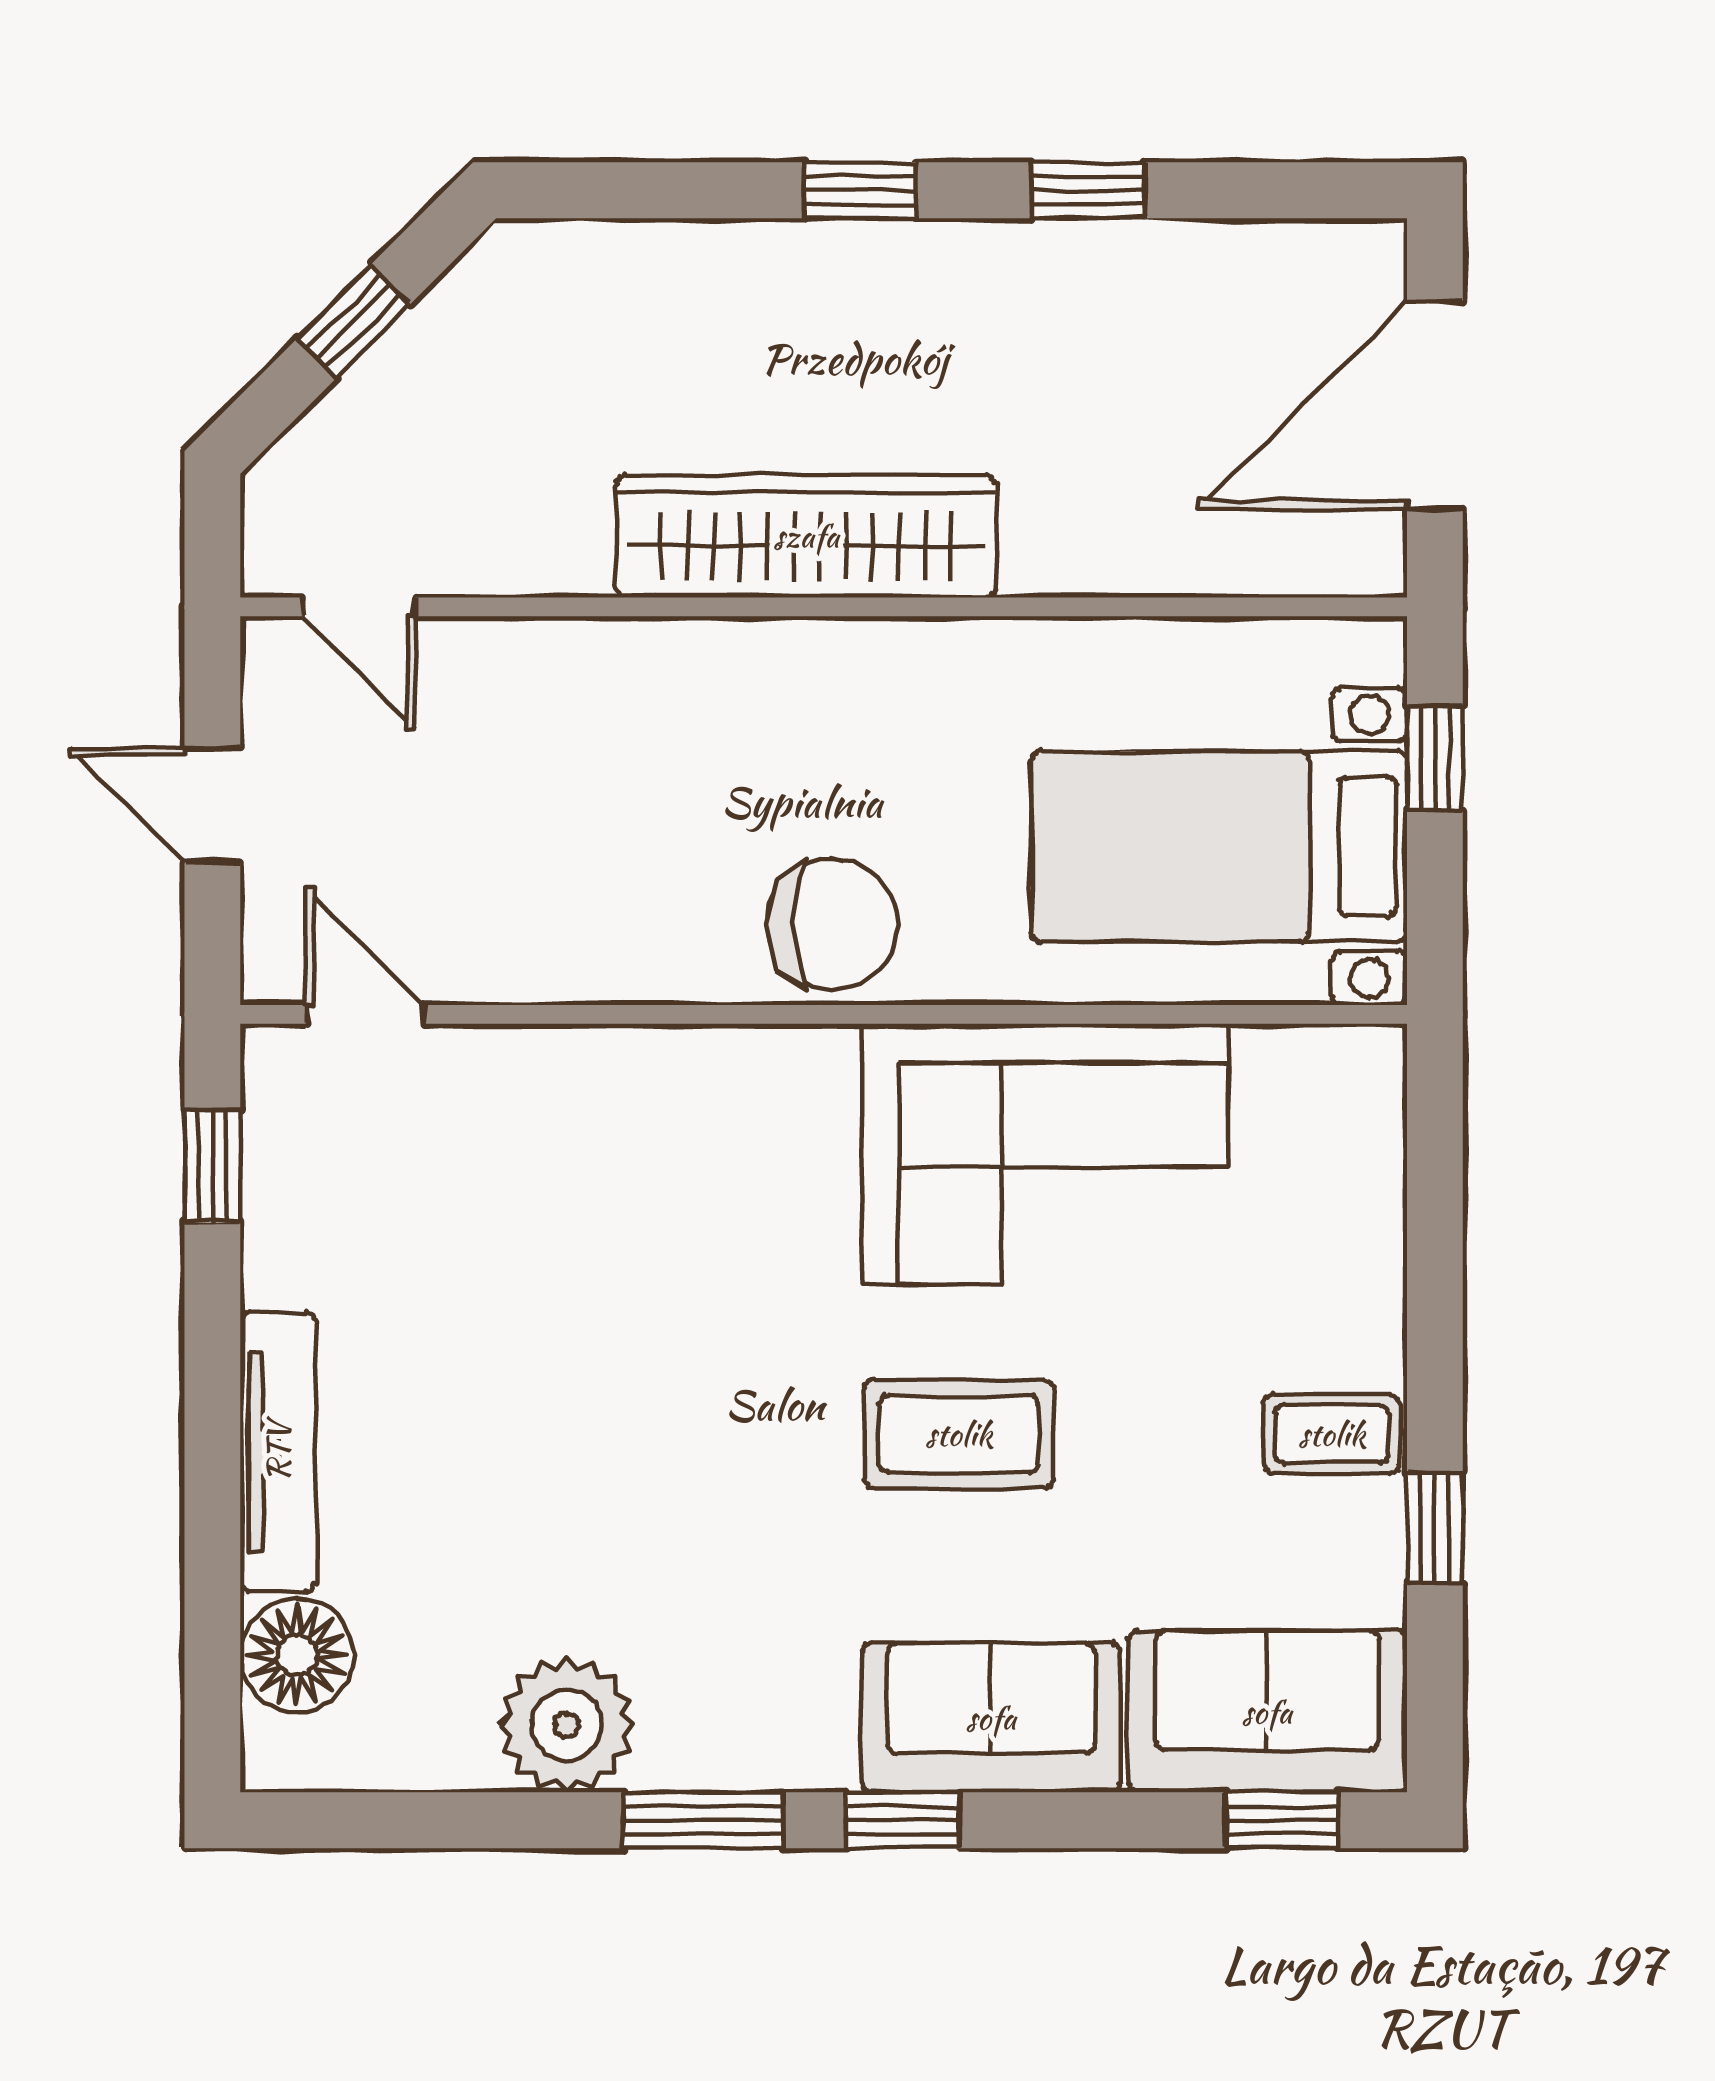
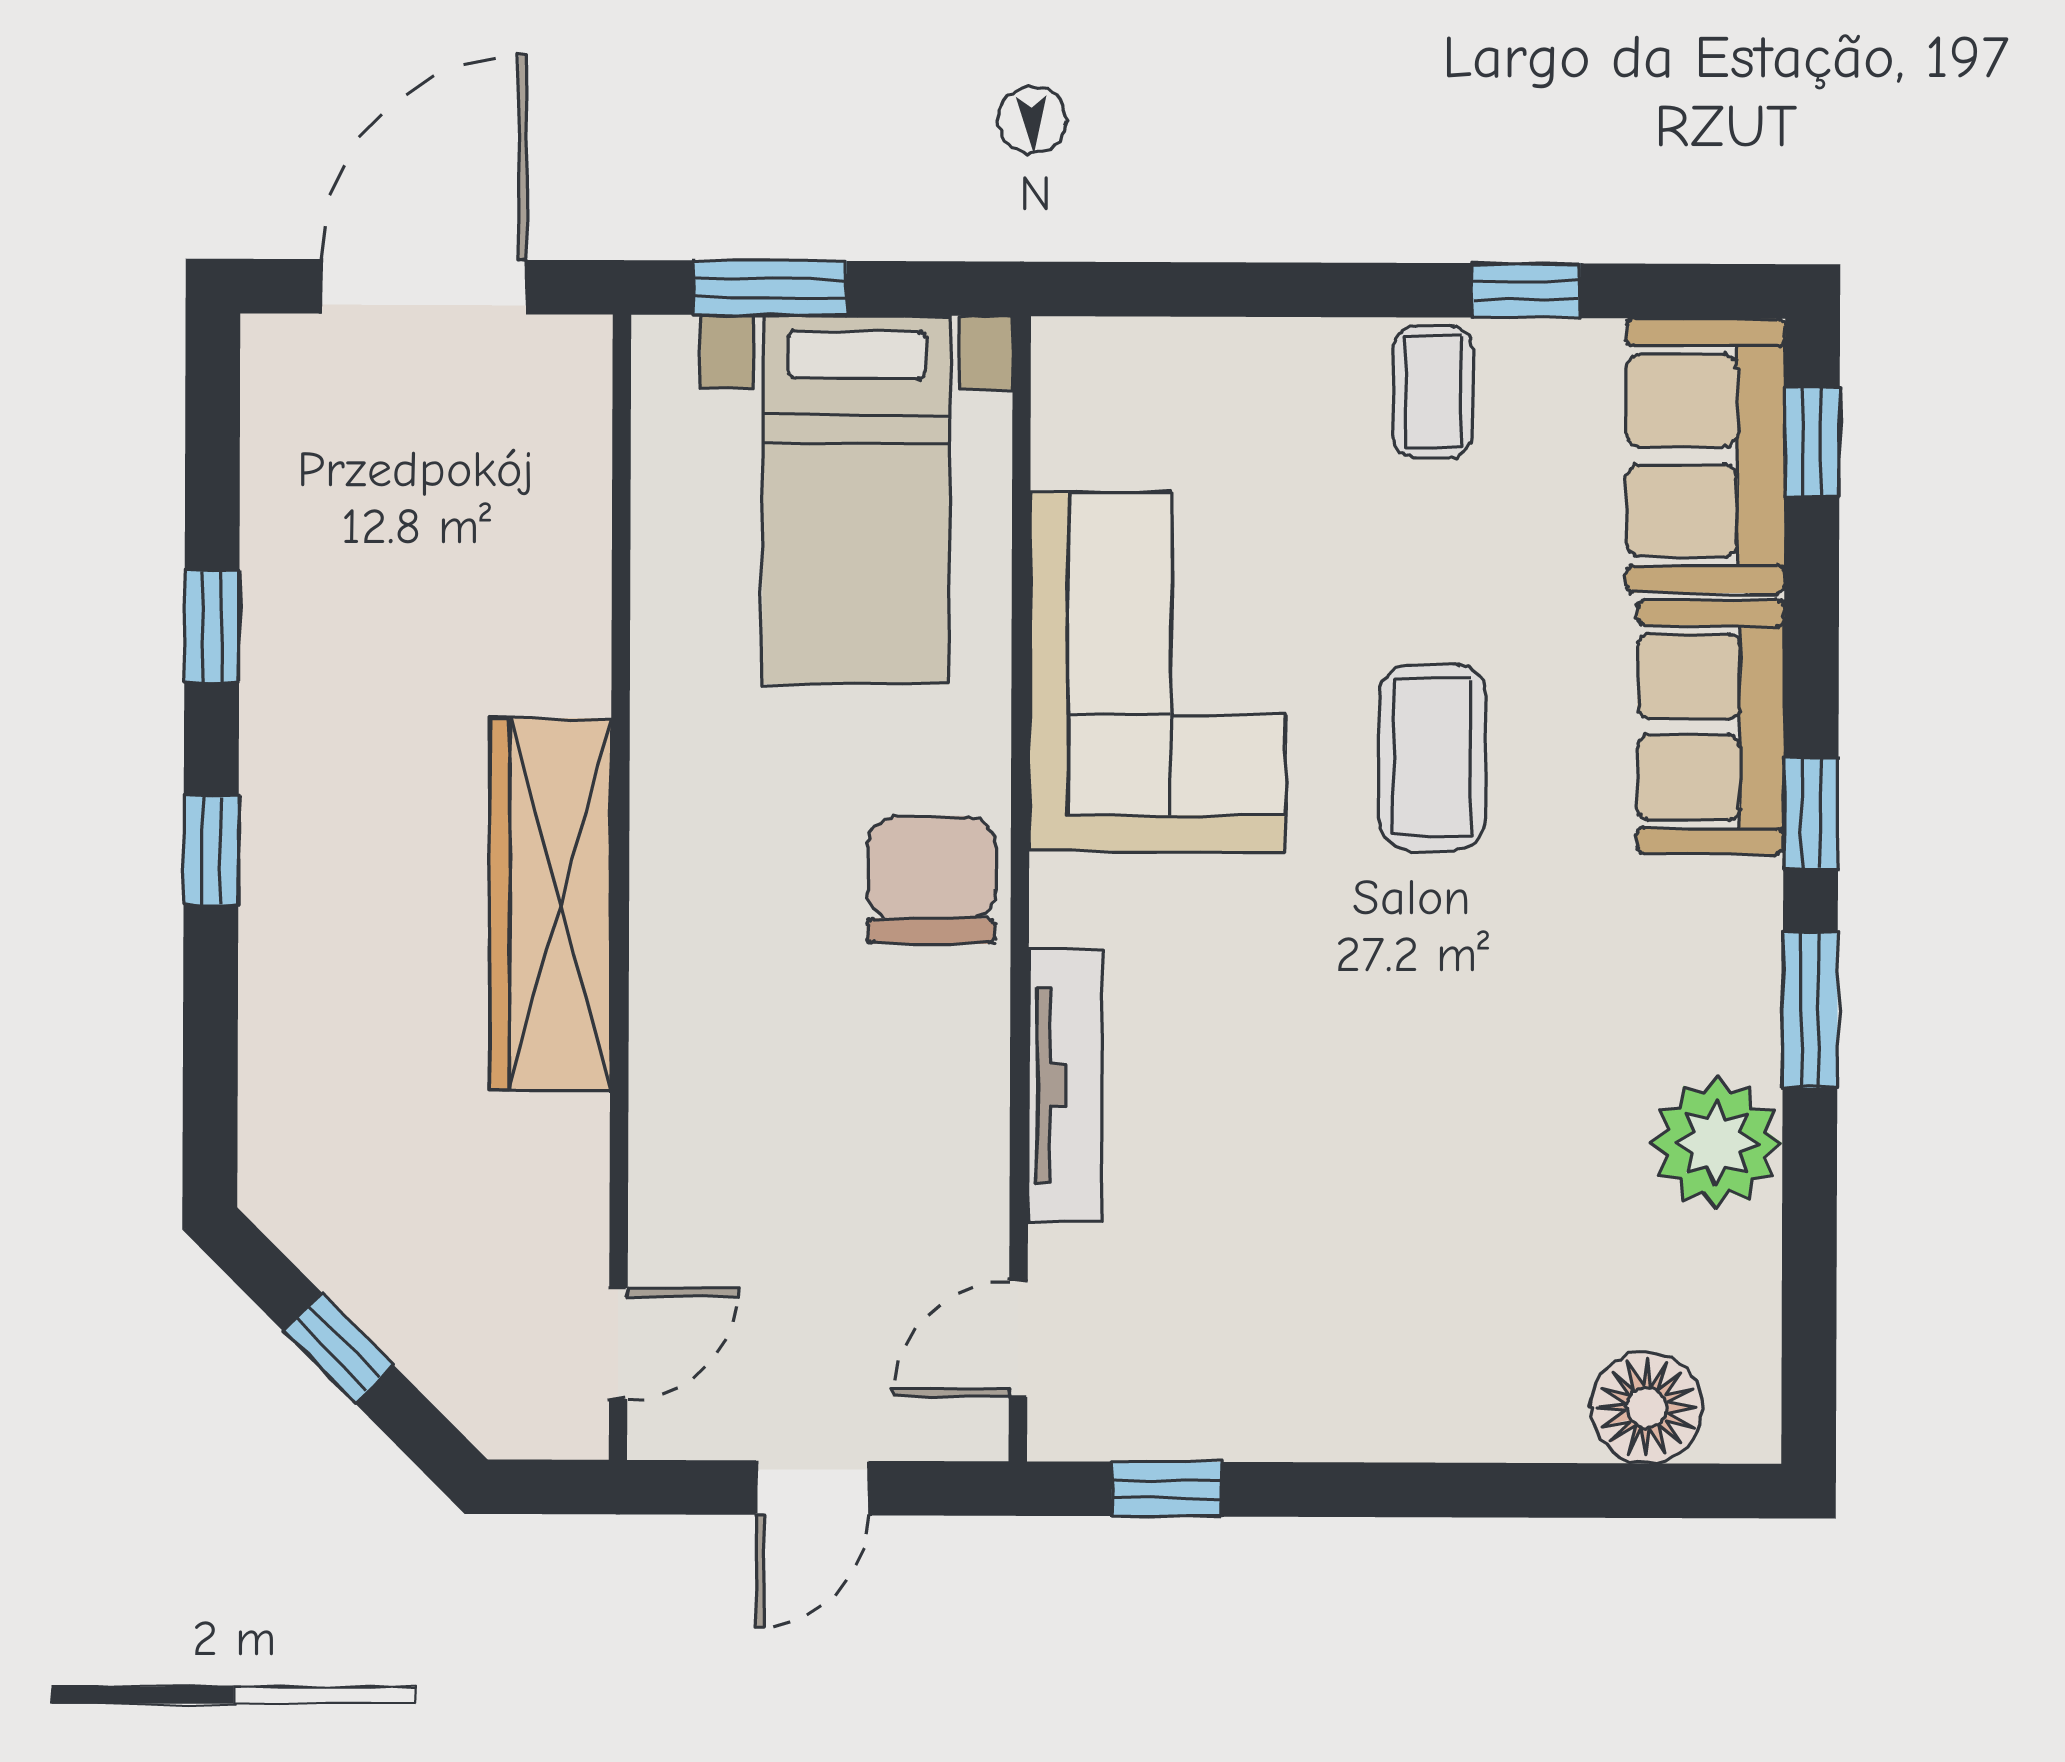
door: (1435, 405) -> (424, 287), swing flipped
window: (1435, 758) -> (770, 288), width x1.50
tv unit: (278, 1452) -> (1065, 1085), moved, turned 90

